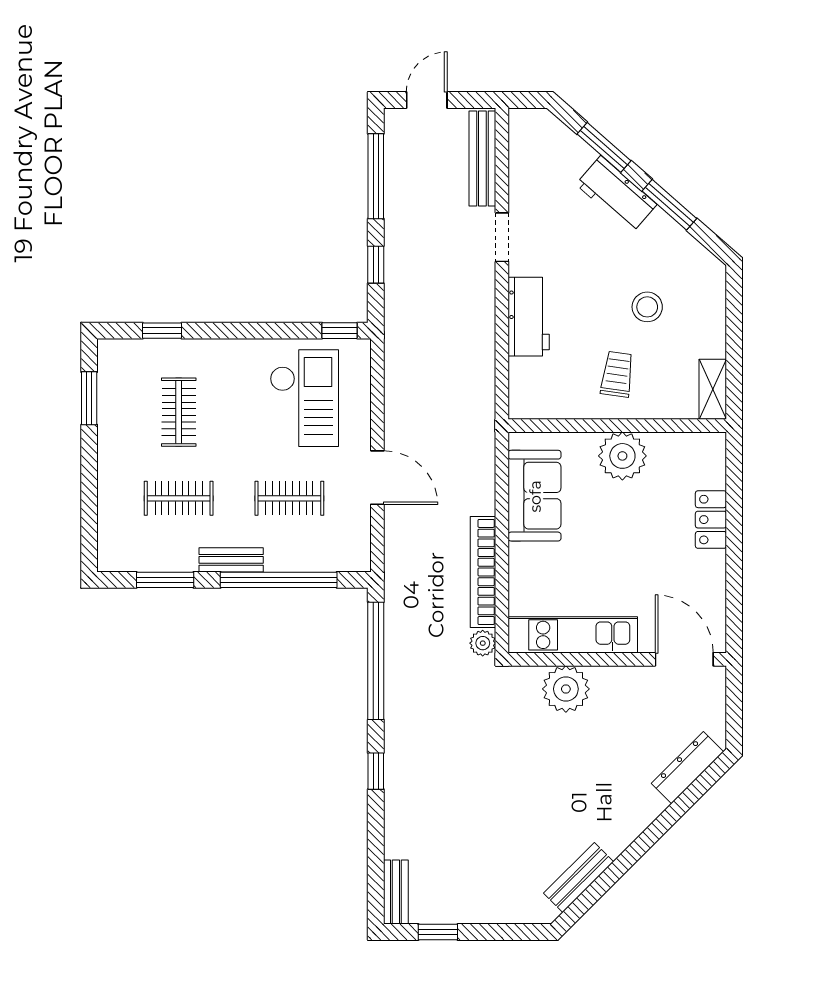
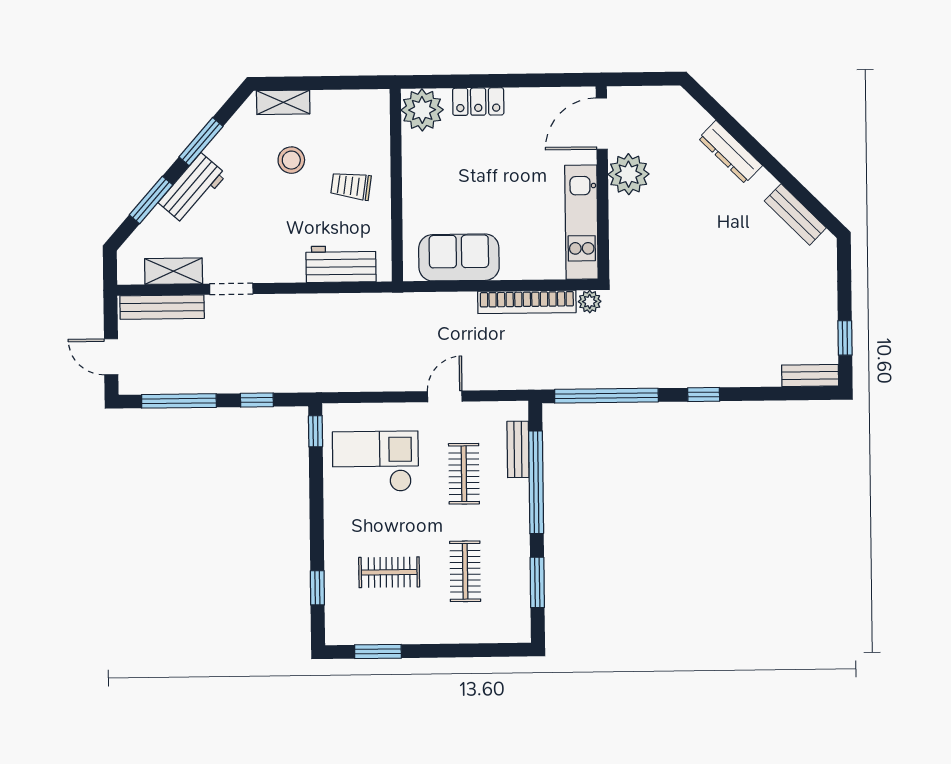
shelving: (523, 172) -> (174, 271), added
workbench: (529, 317) -> (341, 264), moved
shelving: (713, 389) -> (283, 102), moved
plant: (622, 456) -> (422, 110), moved
door: (377, 478) -> (445, 396), width x0.73
bench: (231, 560) -> (518, 449), moved
plant: (566, 689) -> (629, 174), moved
dresser: (687, 768) -> (730, 152), moved

